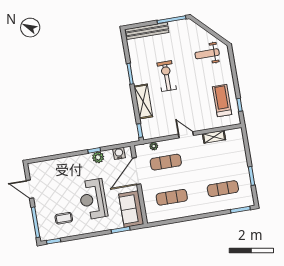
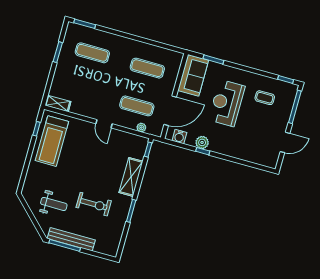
bench: (147, 31) -> (71, 239), moved
weight bench: (207, 54) -> (54, 204), moved
exercise bike: (167, 76) -> (94, 204), moved, turned -90
treadmill: (222, 101) -> (52, 141), width x1.37, depth x1.38
shelving: (214, 137) -> (58, 103), moved
door: (30, 189) -> (285, 142), hinge flipped
reception desk: (93, 199) -> (227, 103), turned 180

